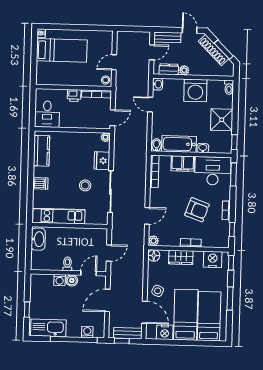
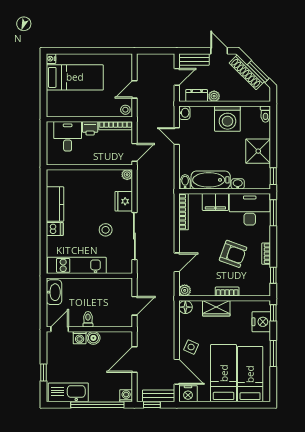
desk: (47, 114) -> (68, 136), moved, turned 180
kitchen counter: (42, 151) -> (55, 204), moved
nightstand: (213, 259) -> (261, 322), moved, turned 90
door: (89, 273) -> (60, 329), moved
washing machine: (87, 332) -> (126, 396), moved
nightstand: (165, 332) -> (188, 394), moved

